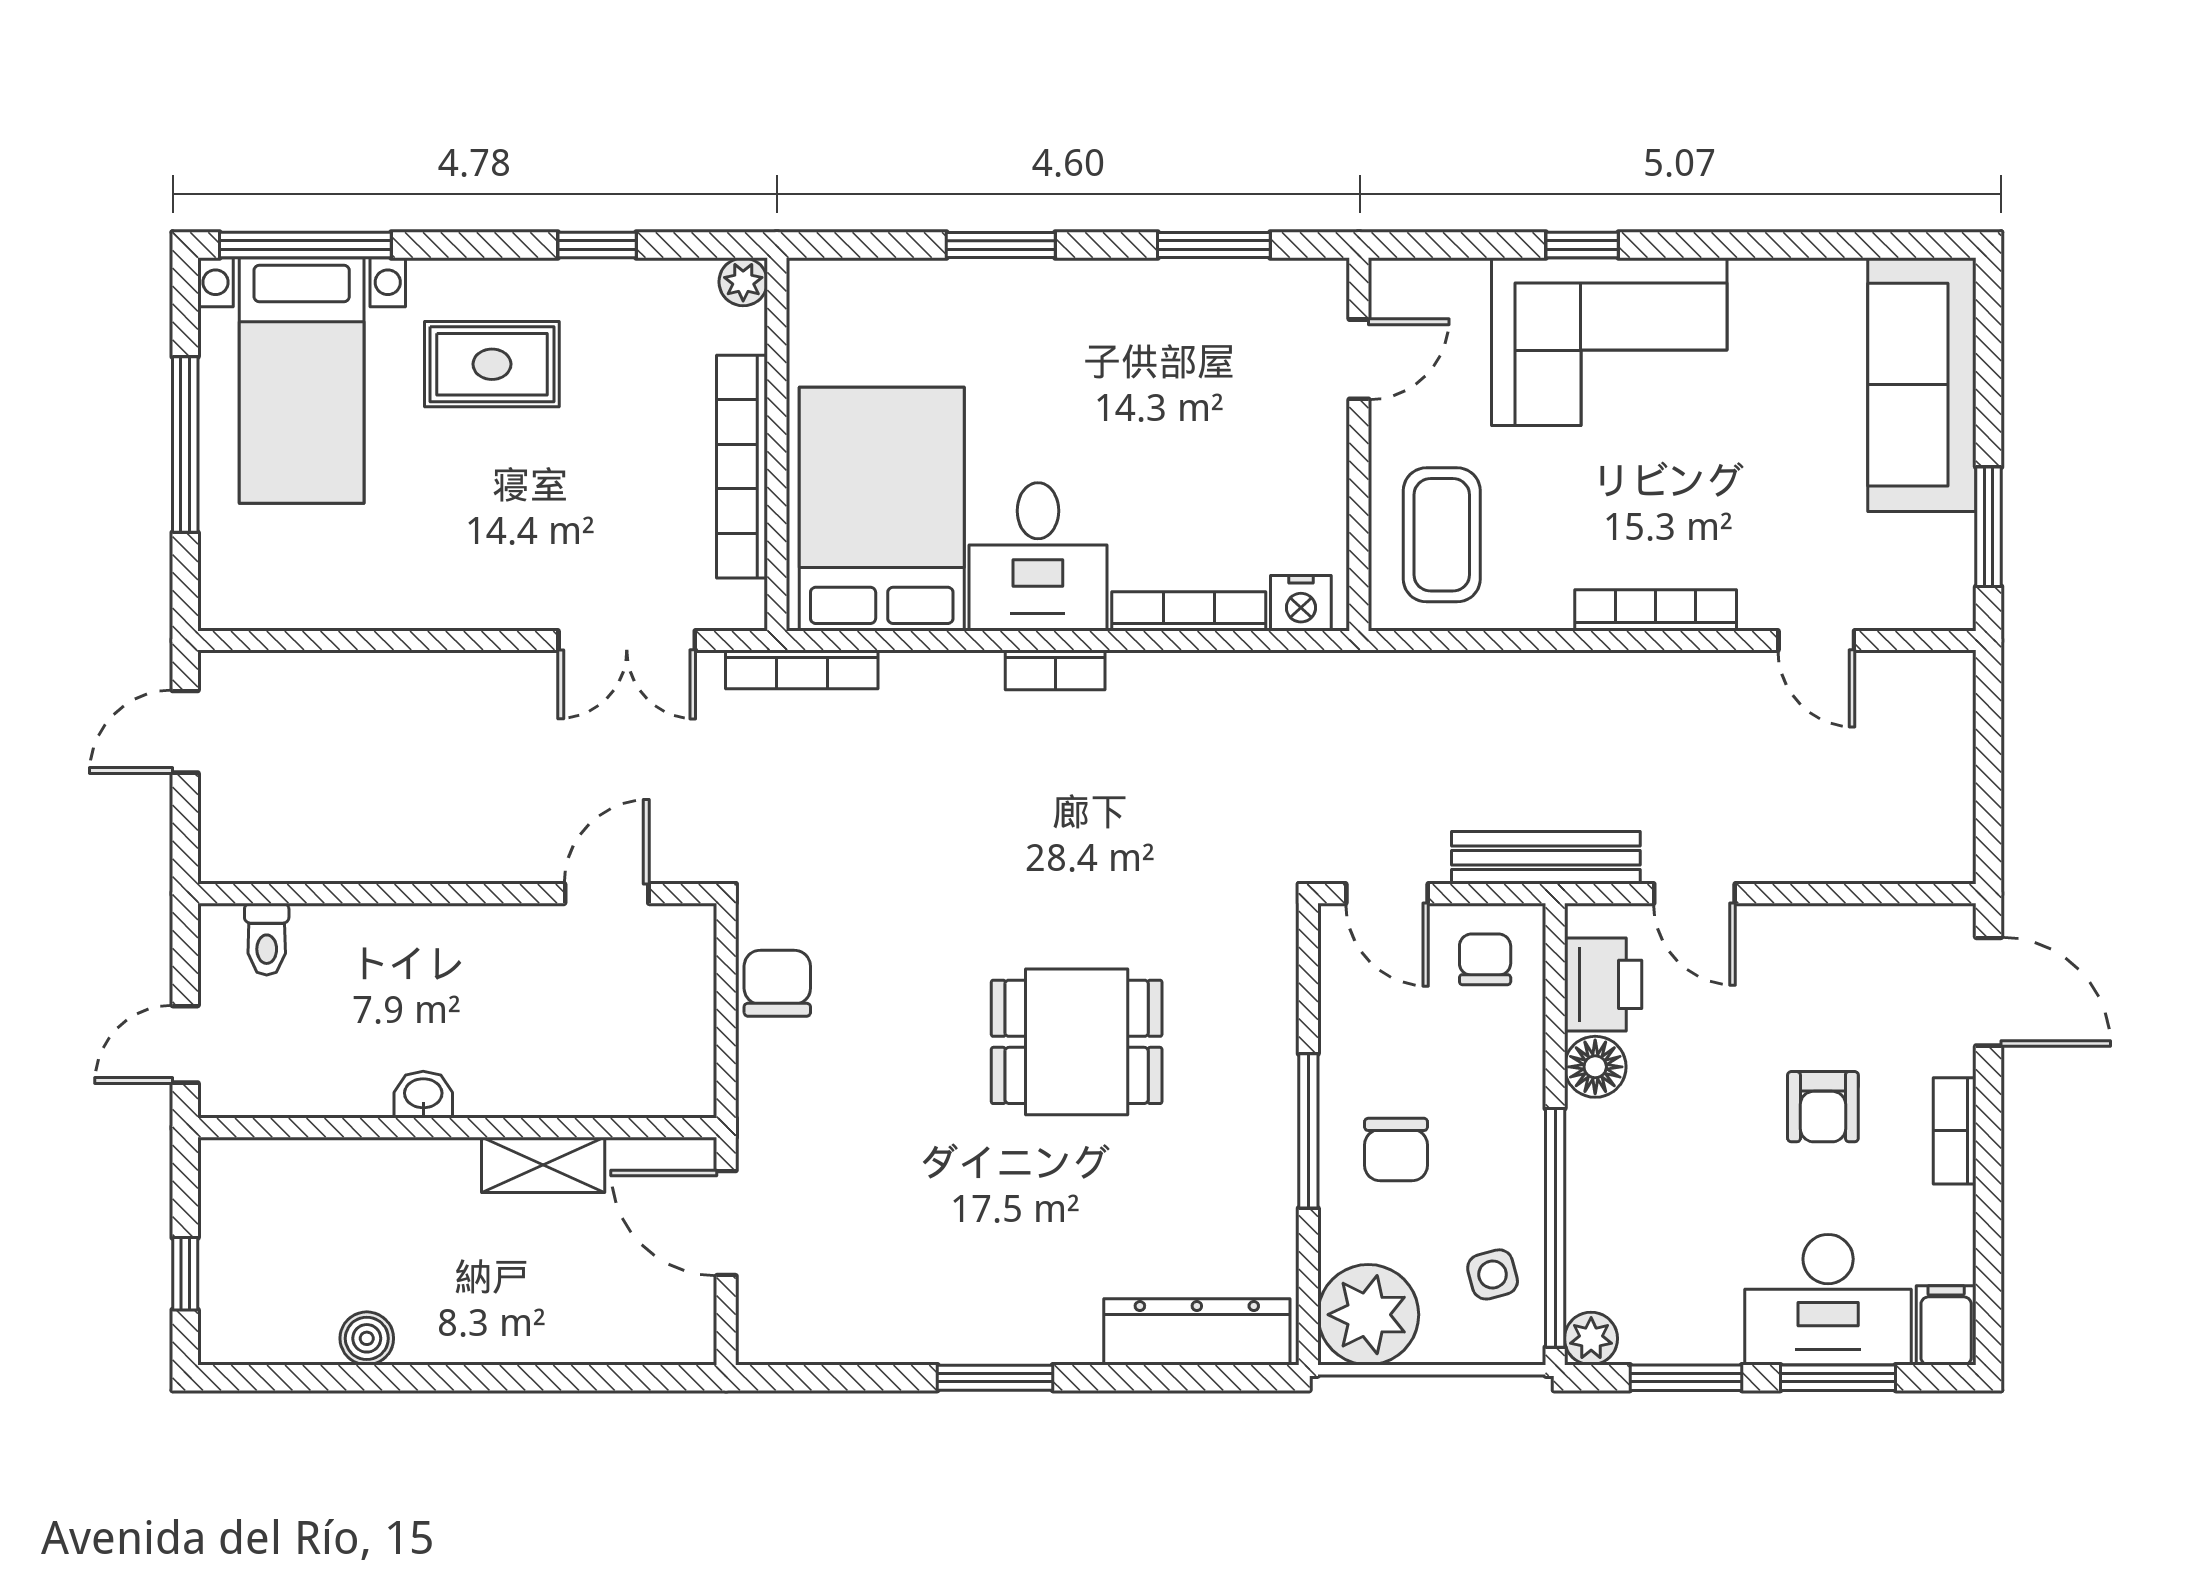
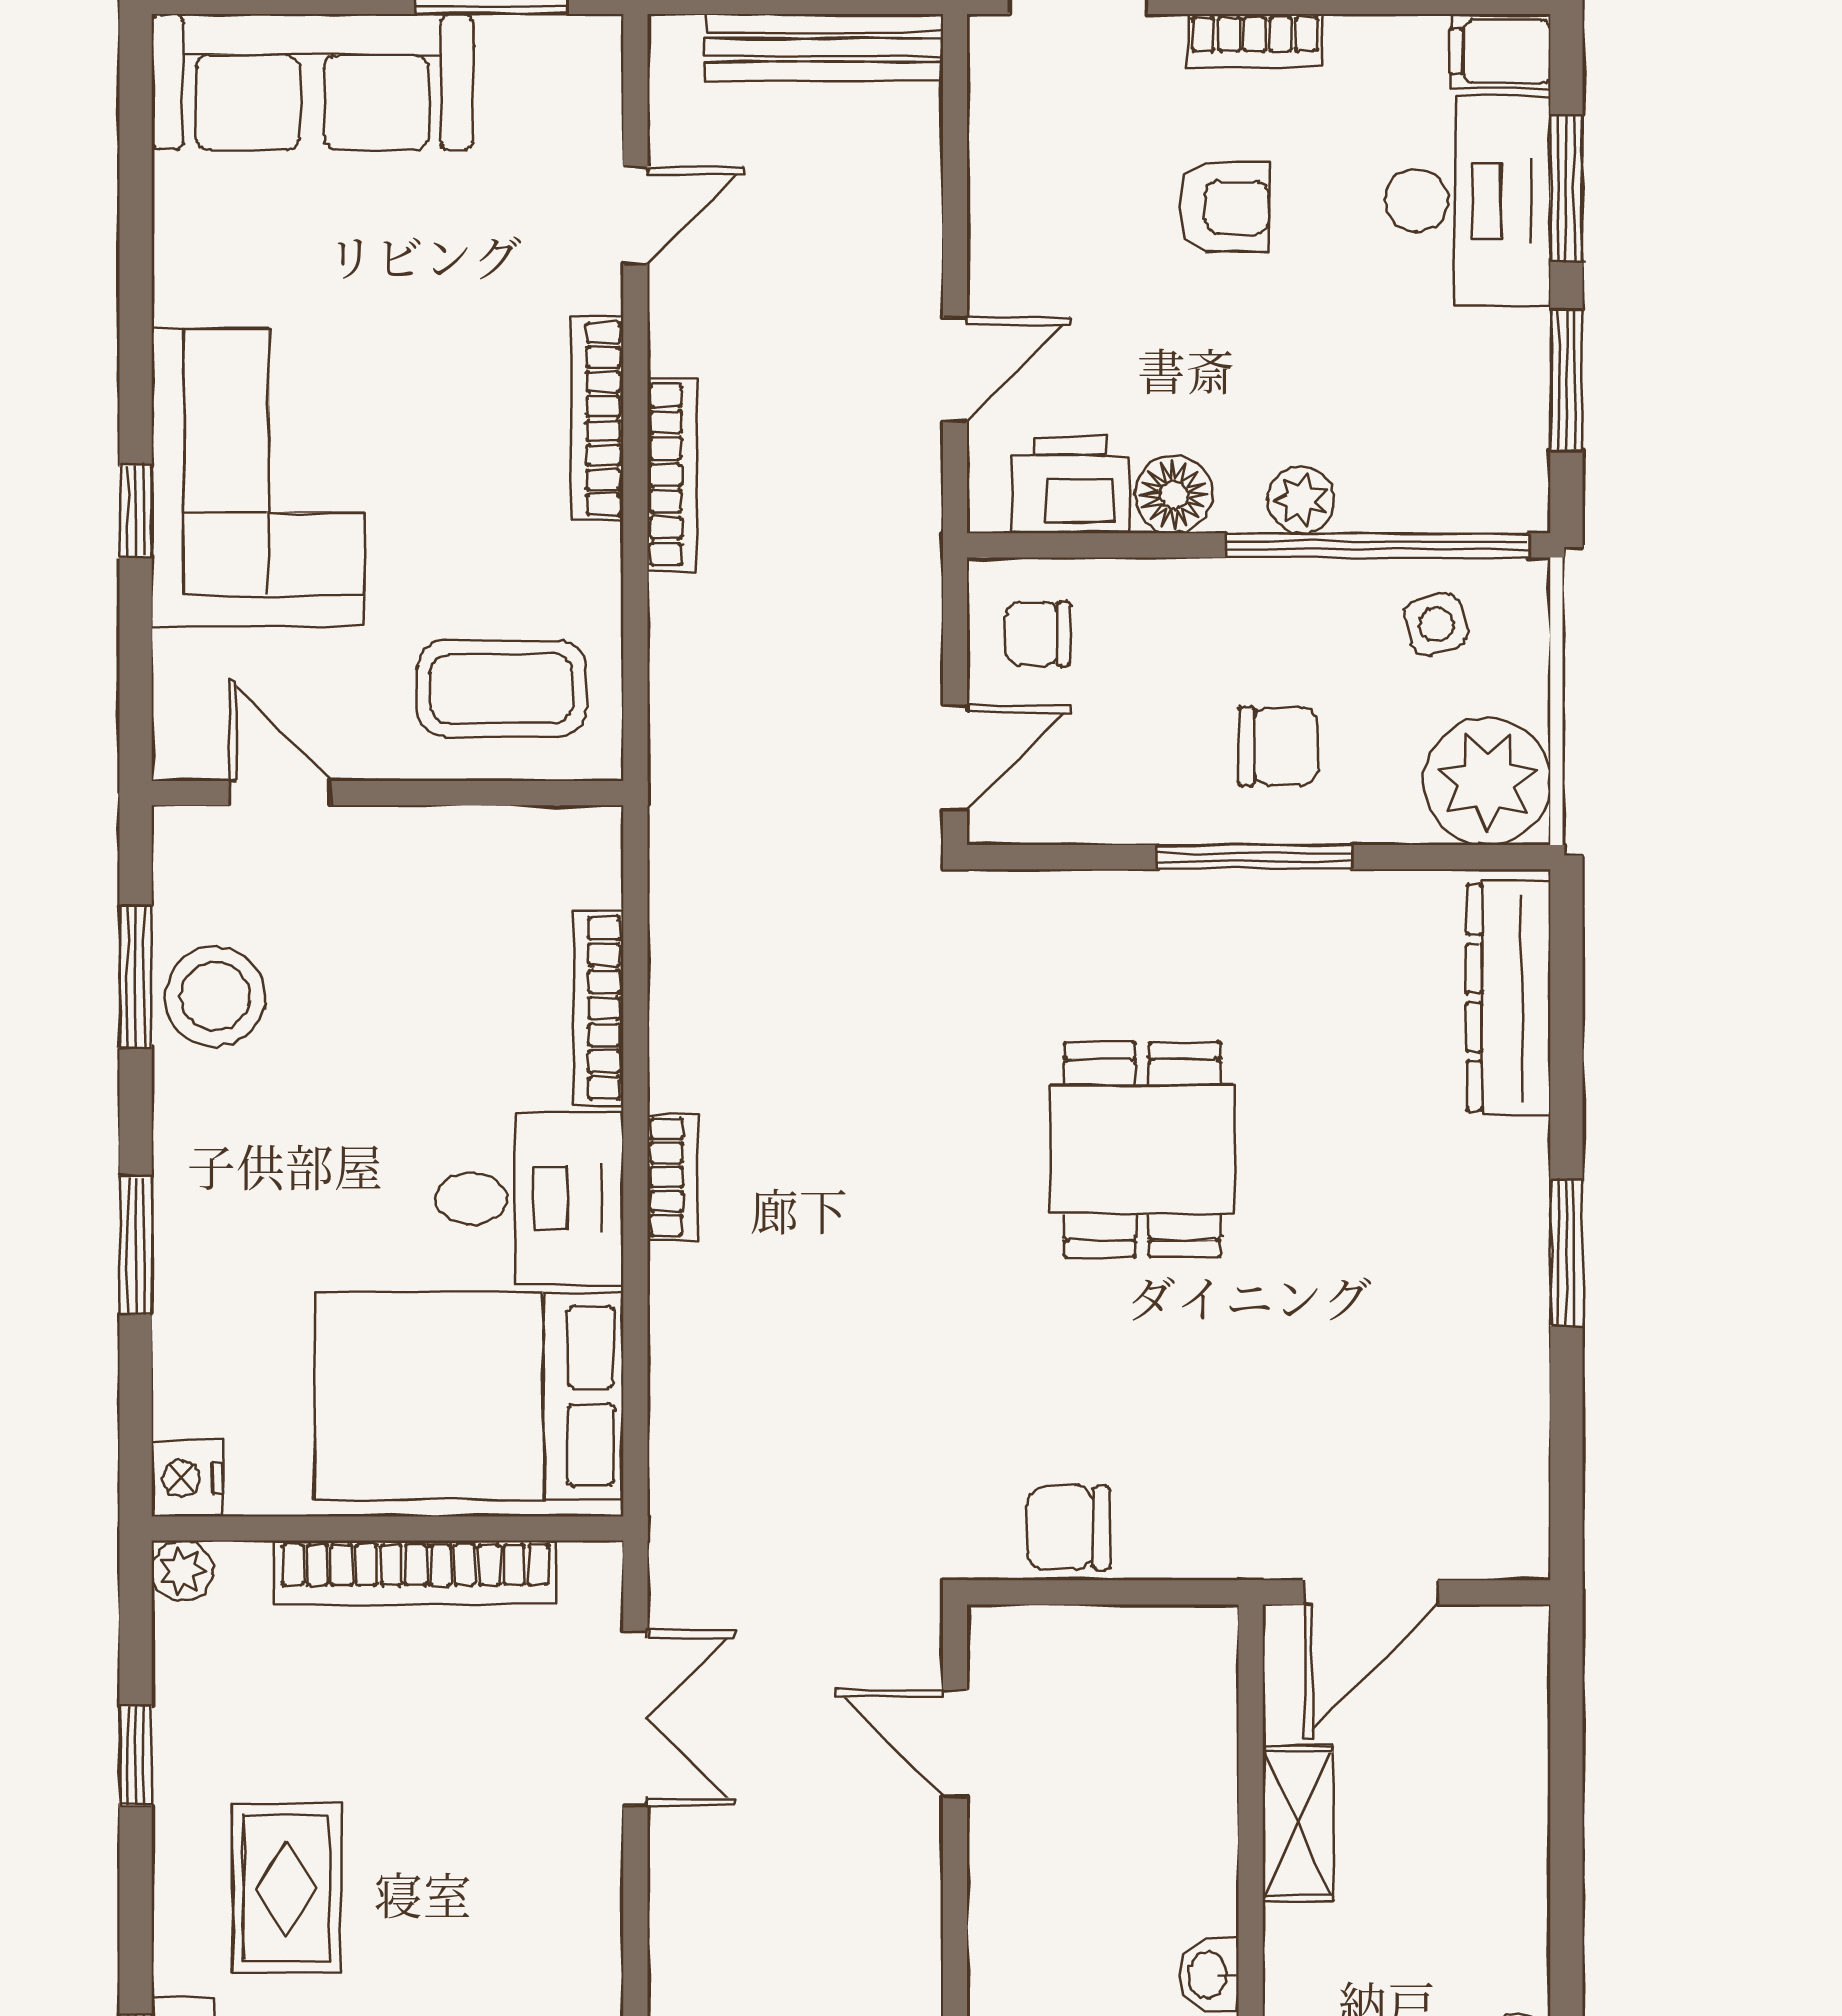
stool: (1198, 308) -> (215, 996), added
nightstand: (1301, 603) -> (187, 1478), moved, turned 180
bookcase: (802, 669) -> (672, 475), moved
bench: (1546, 858) -> (824, 47), moved, turned 90
plant: (1591, 1339) -> (1301, 500), moved

